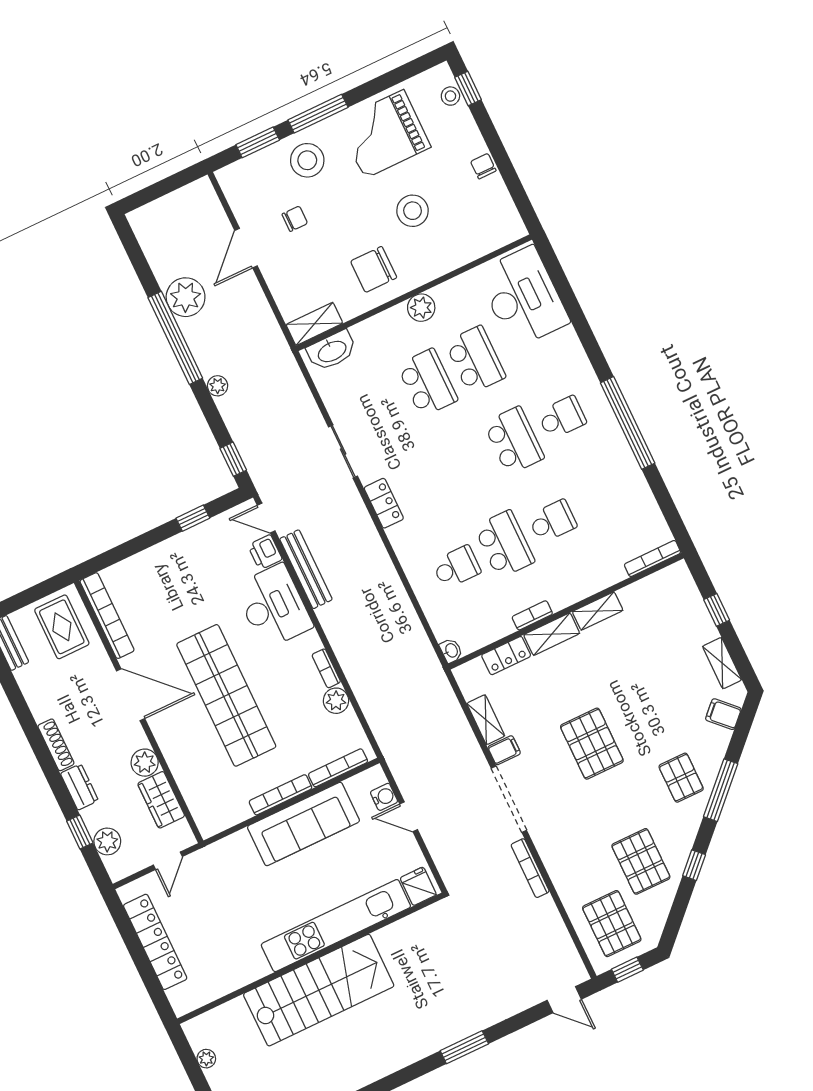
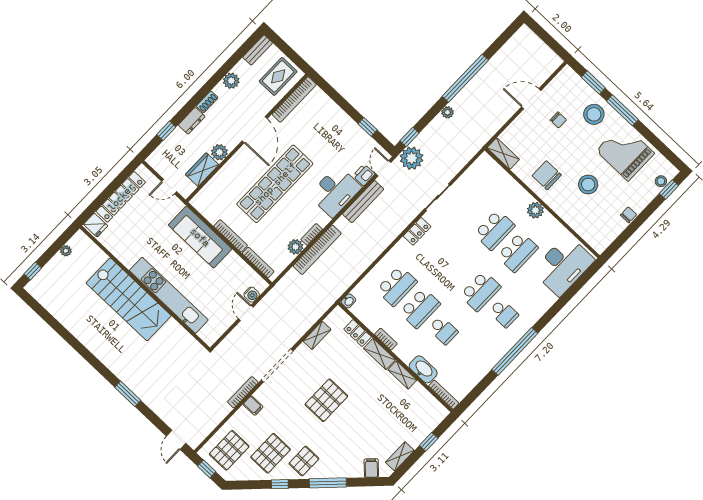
plant: (186, 297) -> (412, 158), moved
washbasin: (332, 351) -> (423, 369), moved, turned 180
school desk: (456, 567) -> (397, 286), width x1.85
bookcase: (353, 669) -> (317, 250), added
shoe rack: (56, 745) -> (207, 102), width x0.70
filing cabinet: (504, 750) -> (253, 406), moved
pallet: (681, 778) -> (304, 461), moved
sofa: (303, 824) -> (200, 237), moved
plant: (107, 841) -> (231, 81), moved
fridge: (418, 886) -> (96, 225), moved, turned 90

